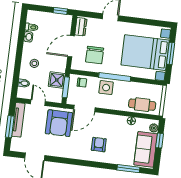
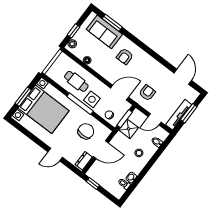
door: (38, 103) -> (155, 119), hinge flipped
cafe table: (142, 105) -> (76, 81), moved
armchair: (59, 123) -> (147, 93), width x0.53, depth x0.53
sofa: (146, 149) -> (104, 32), moved, turned 90

